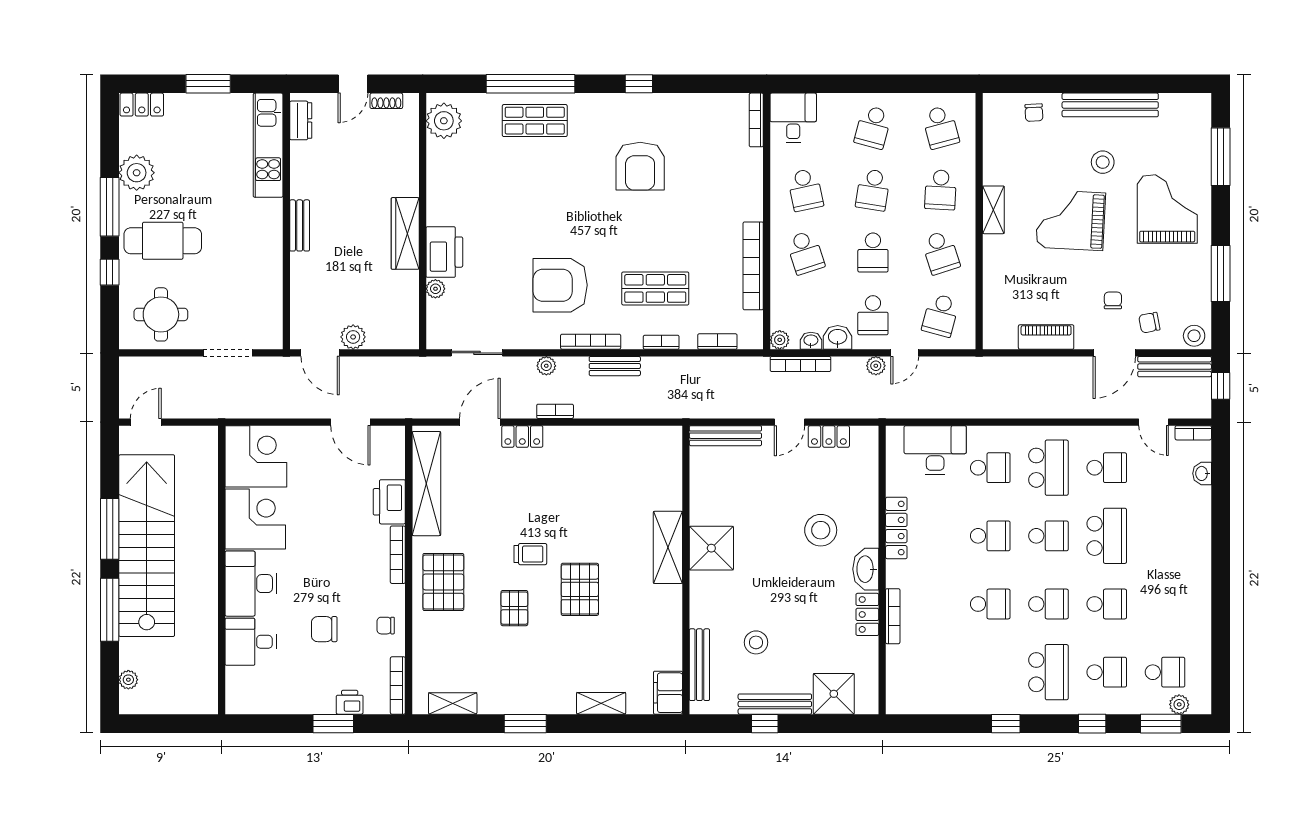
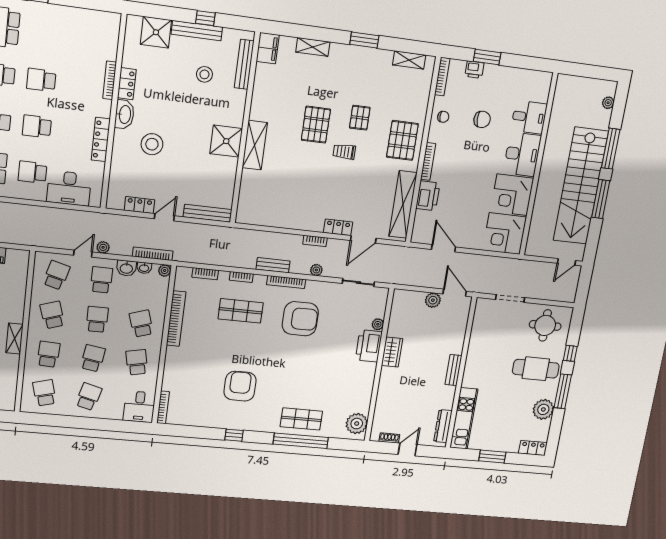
dresser: (301, 120) -> (443, 426), width x1.44
wardrobe: (405, 233) -> (392, 352), width x0.67

